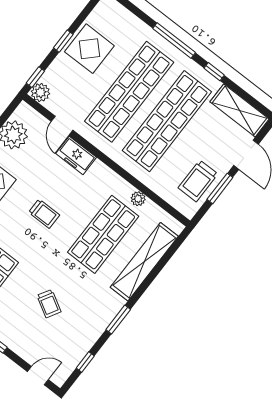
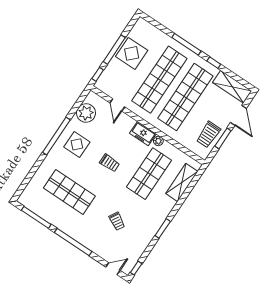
window: (63, 41) -> (114, 50), width x2.17
plant: (40, 92) -> (102, 84), removed
freezer: (76, 155) -> (143, 134), moved
plant: (138, 199) -> (158, 141), moved
shelving: (144, 262) -> (182, 183), width x0.68
window: (85, 362) -> (136, 268), moved

